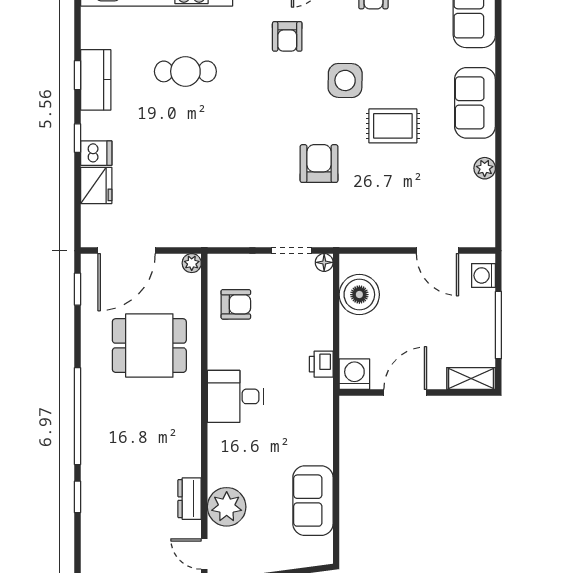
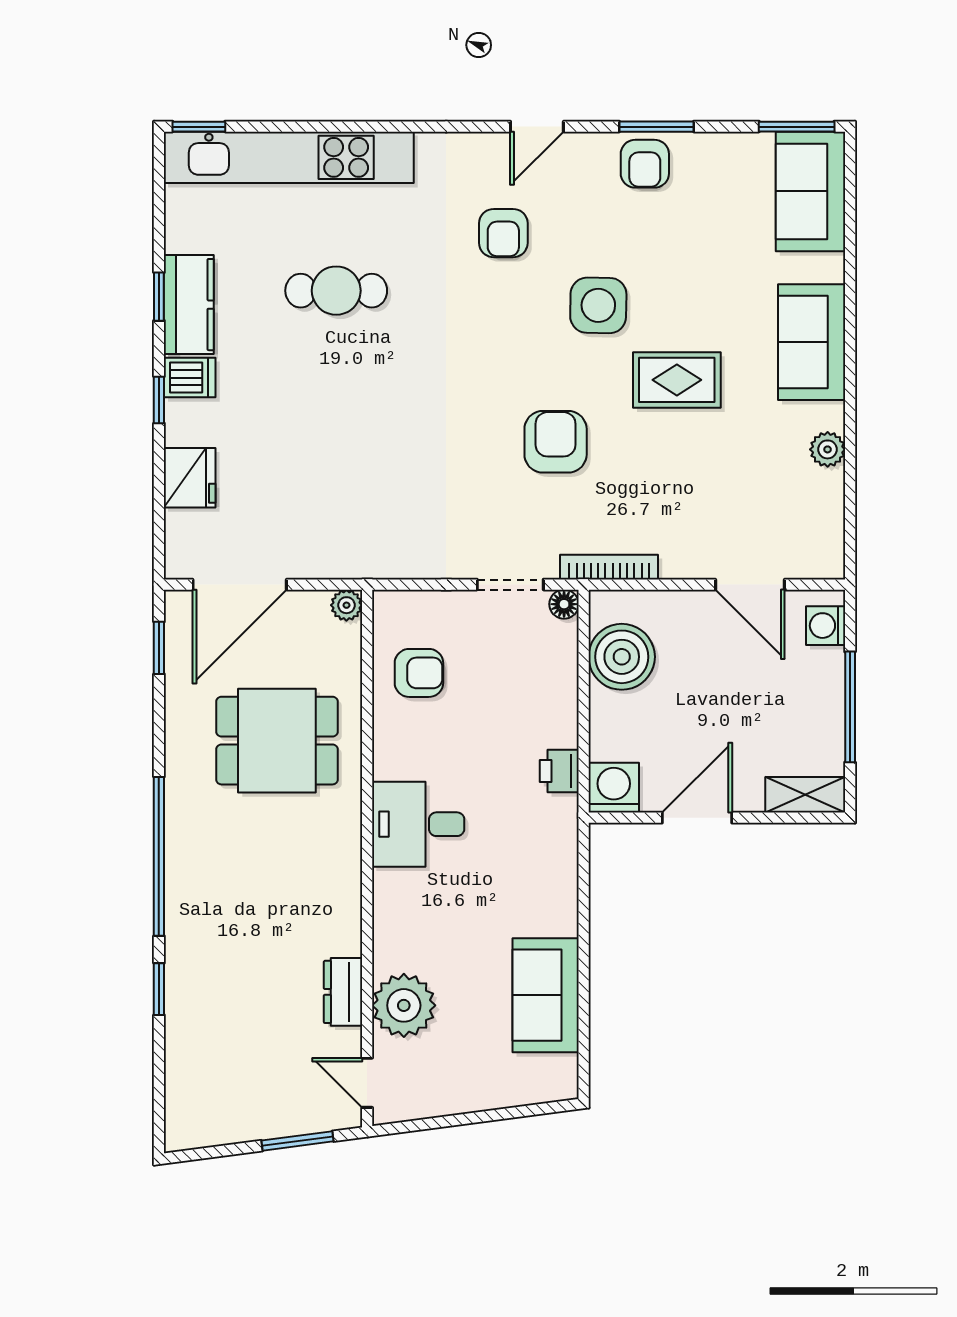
dishwasher: (96, 153) -> (190, 378), moved
bookcase: (352, 240) -> (609, 567), added

